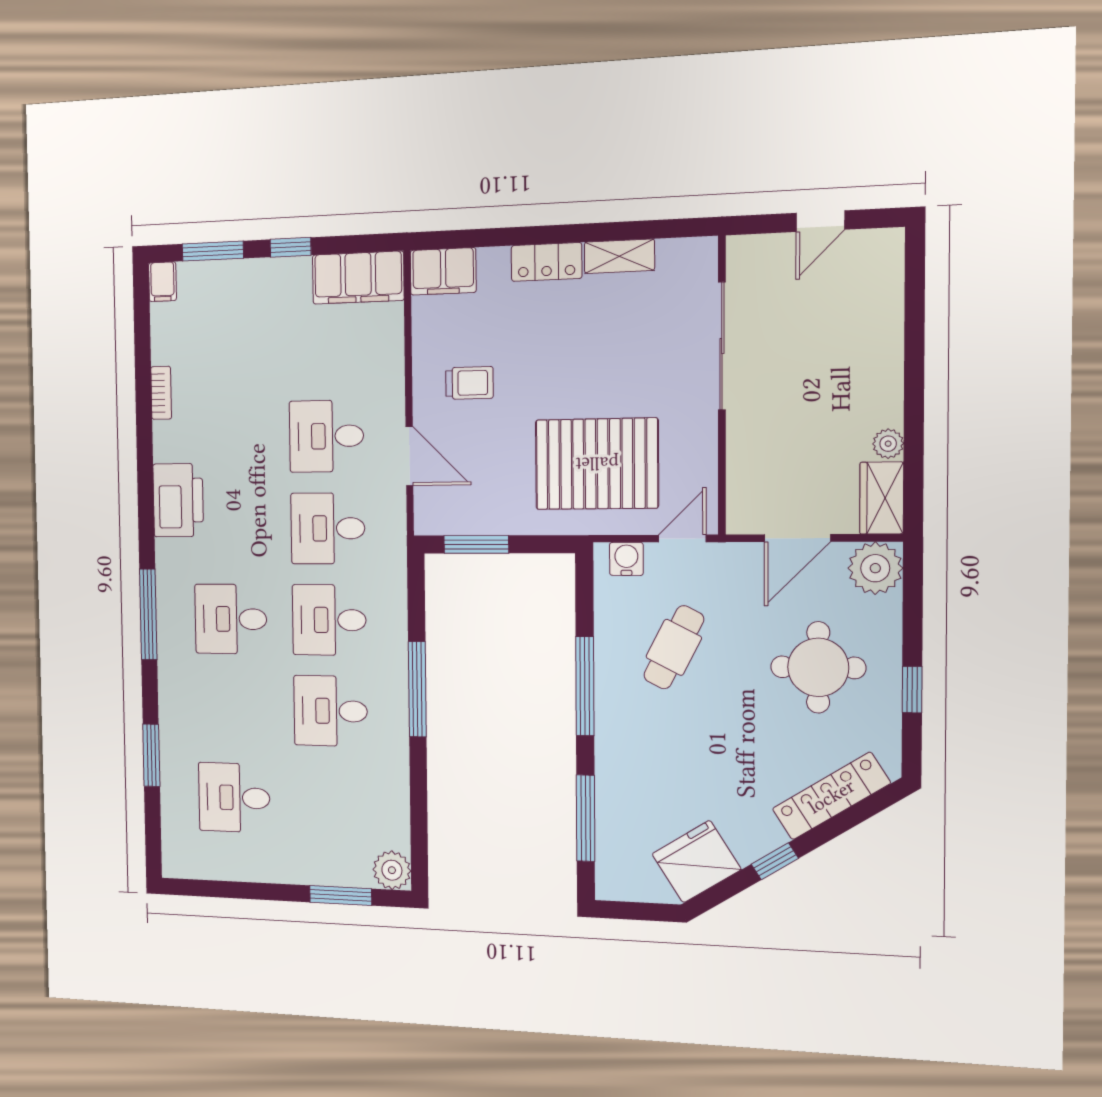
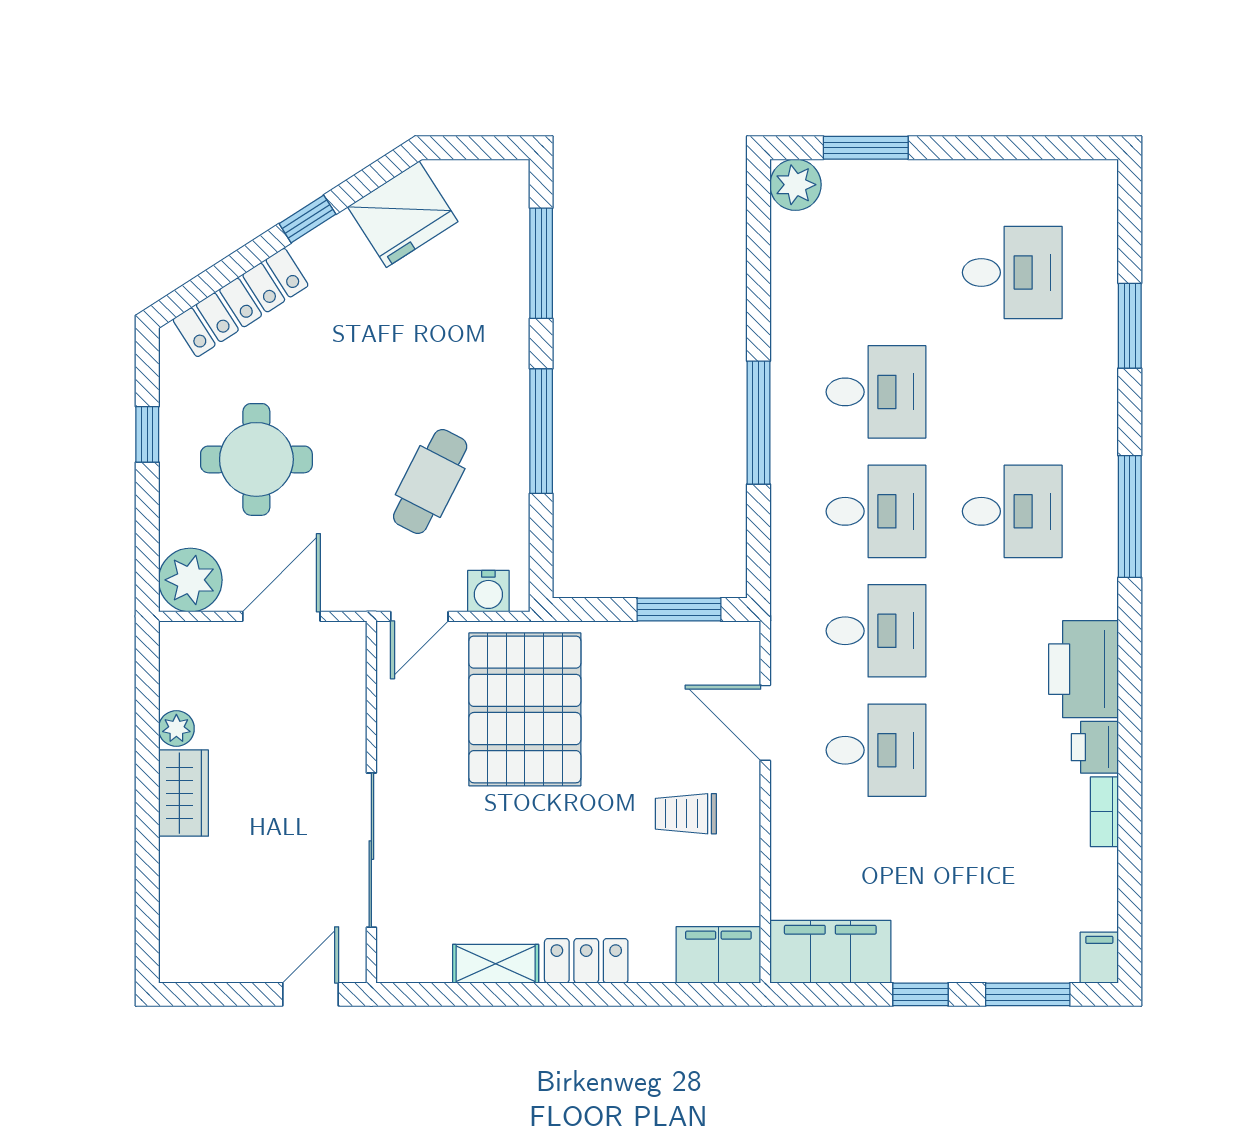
door: (820, 221) -> (310, 994), moved
printer: (169, 441) -> (1095, 747), added
pallet: (597, 464) -> (525, 709), turned 90
wardrobe: (882, 498) -> (183, 793), moved

